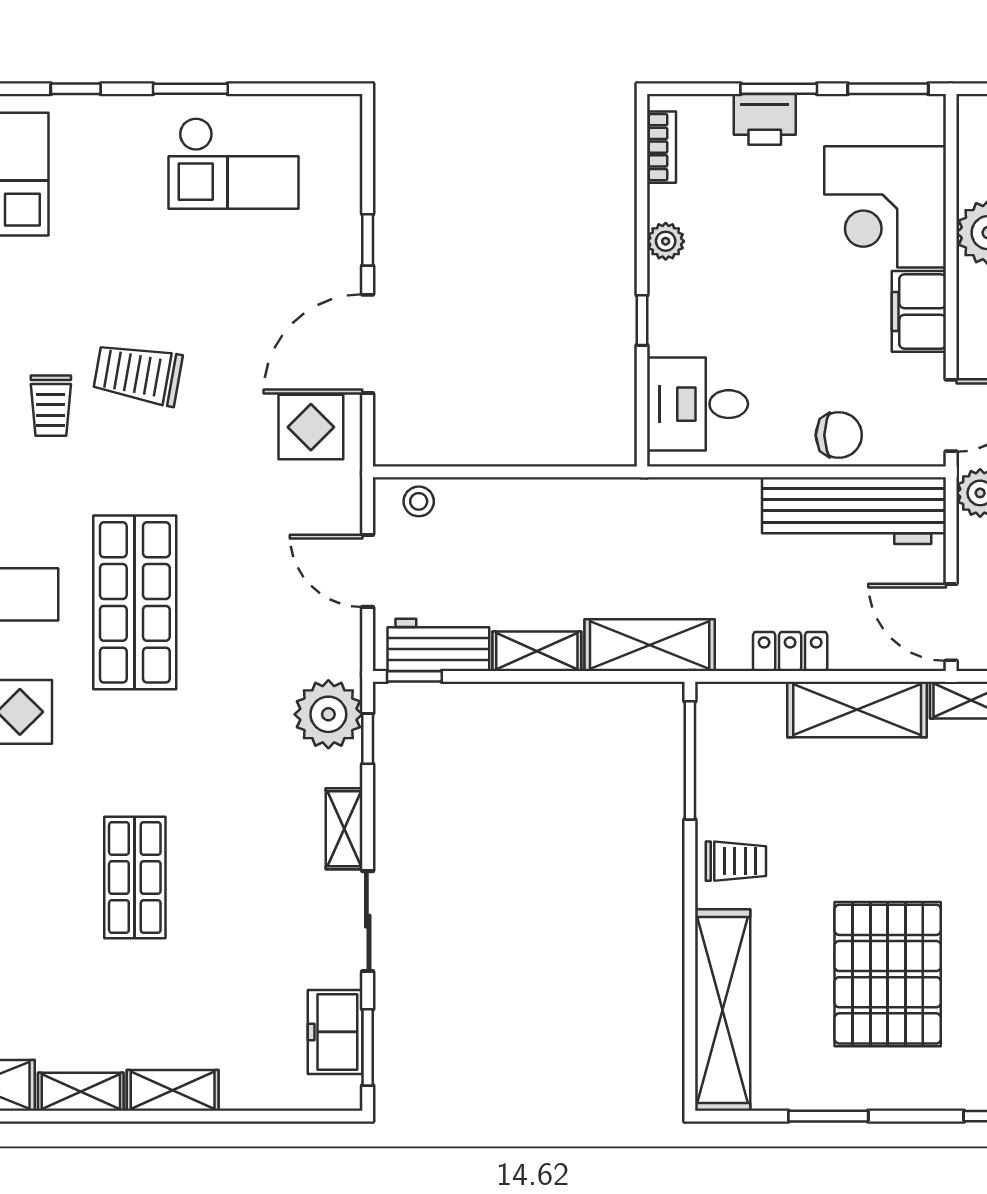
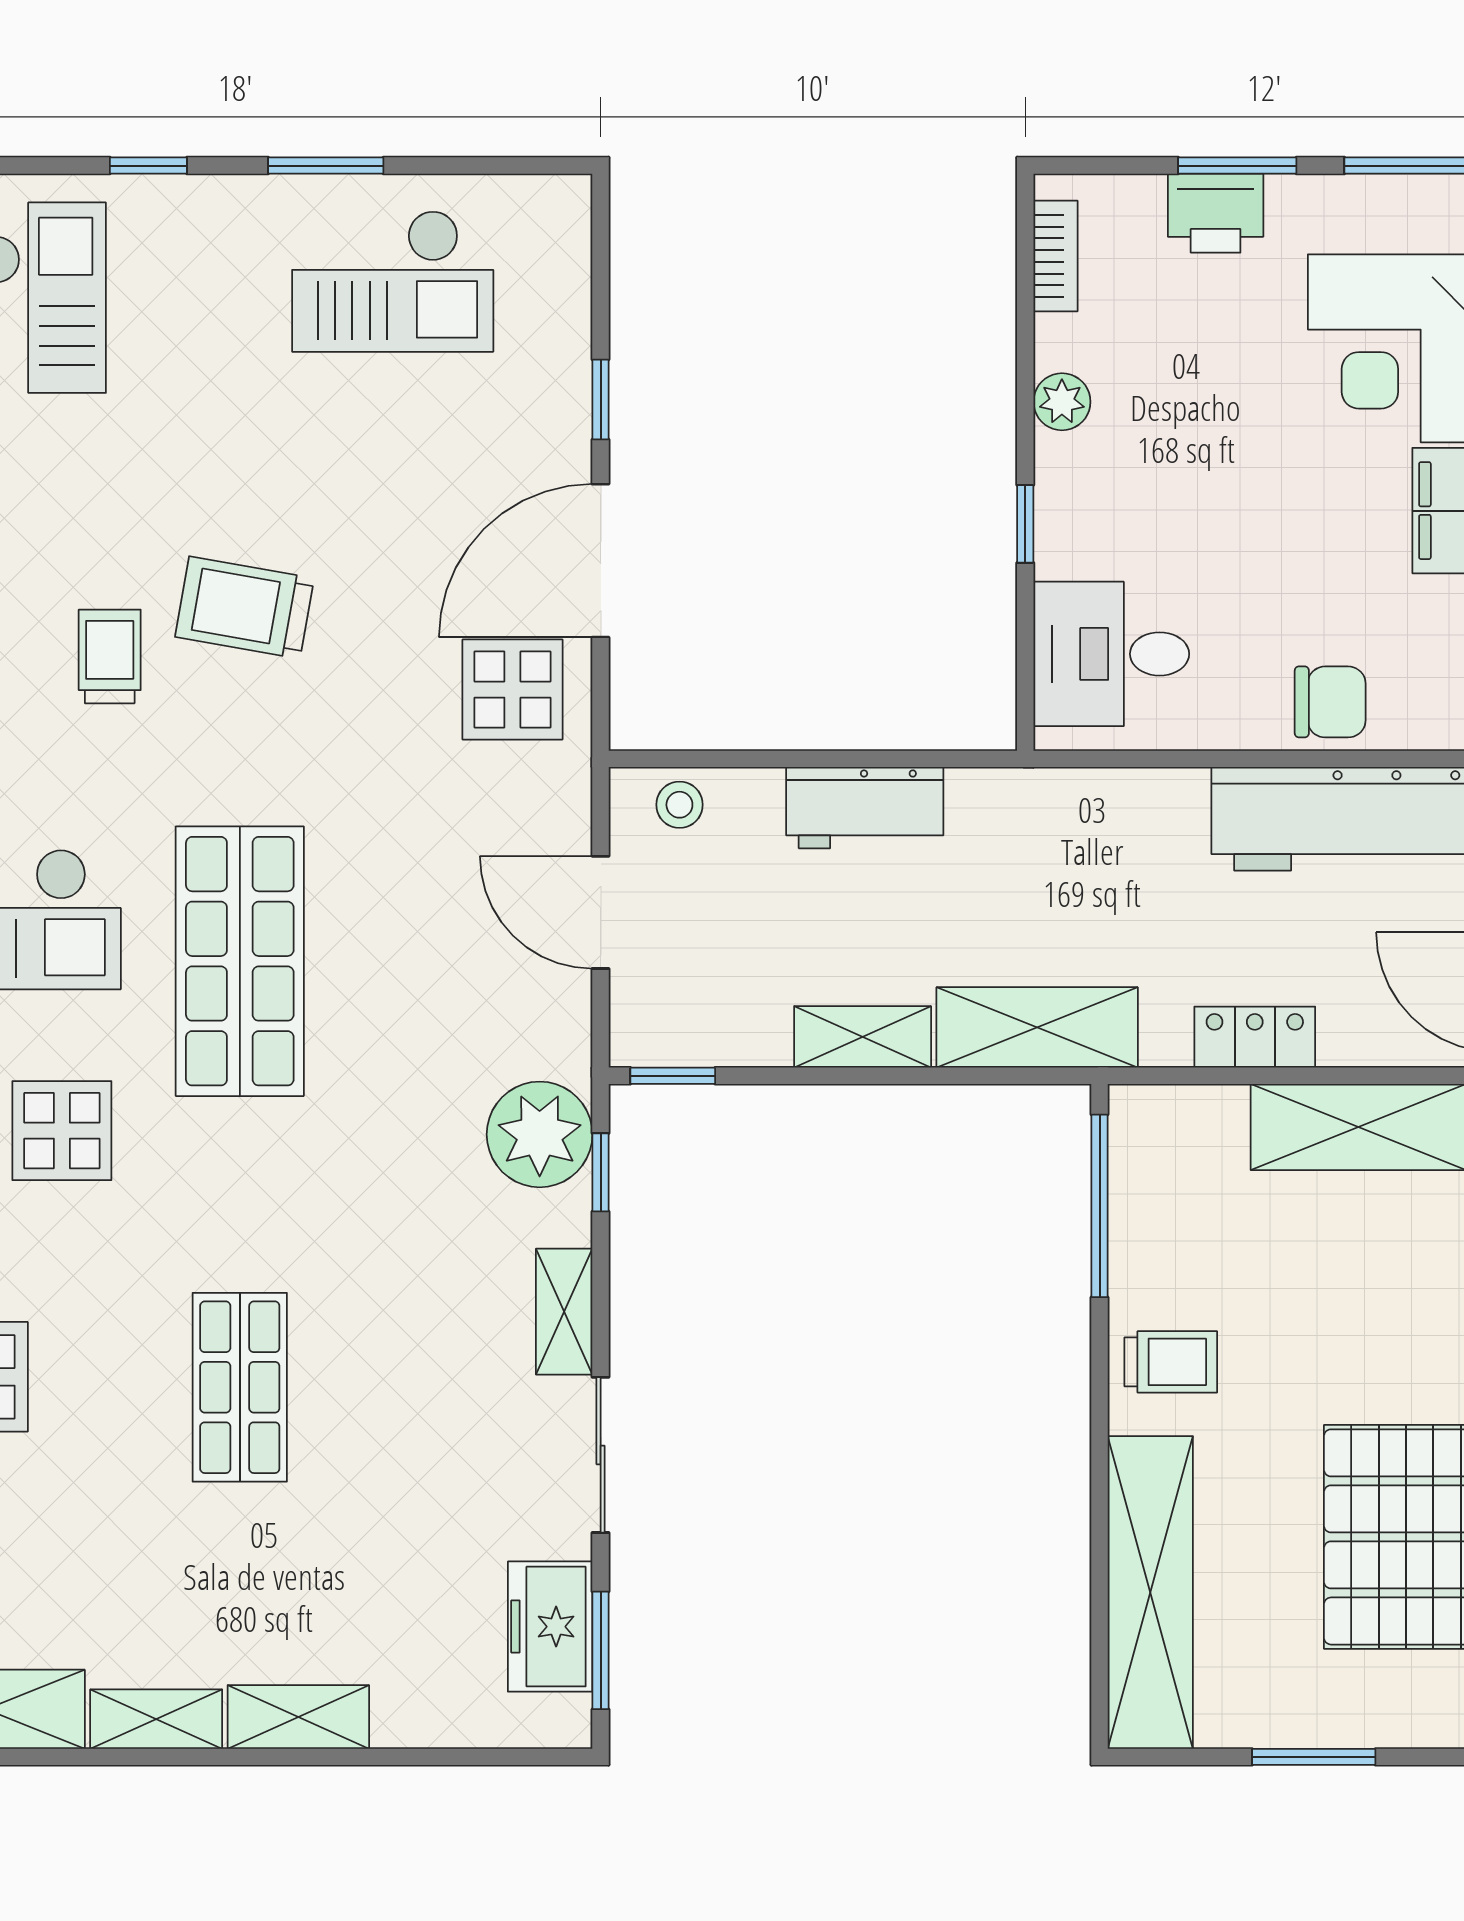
trolley: (51, 406) -> (110, 656), turned 180
workbench: (438, 645) -> (865, 808), moved, turned 180

